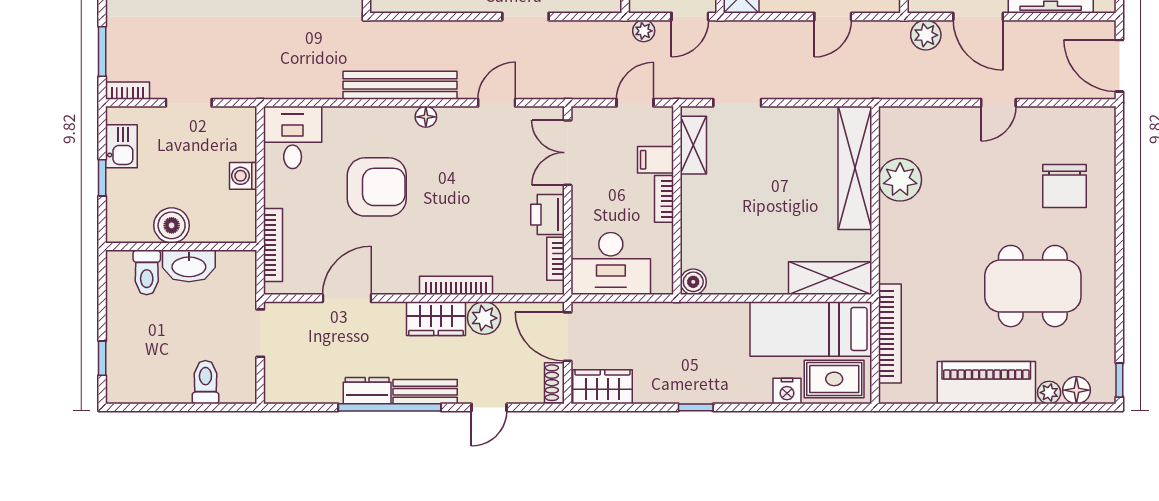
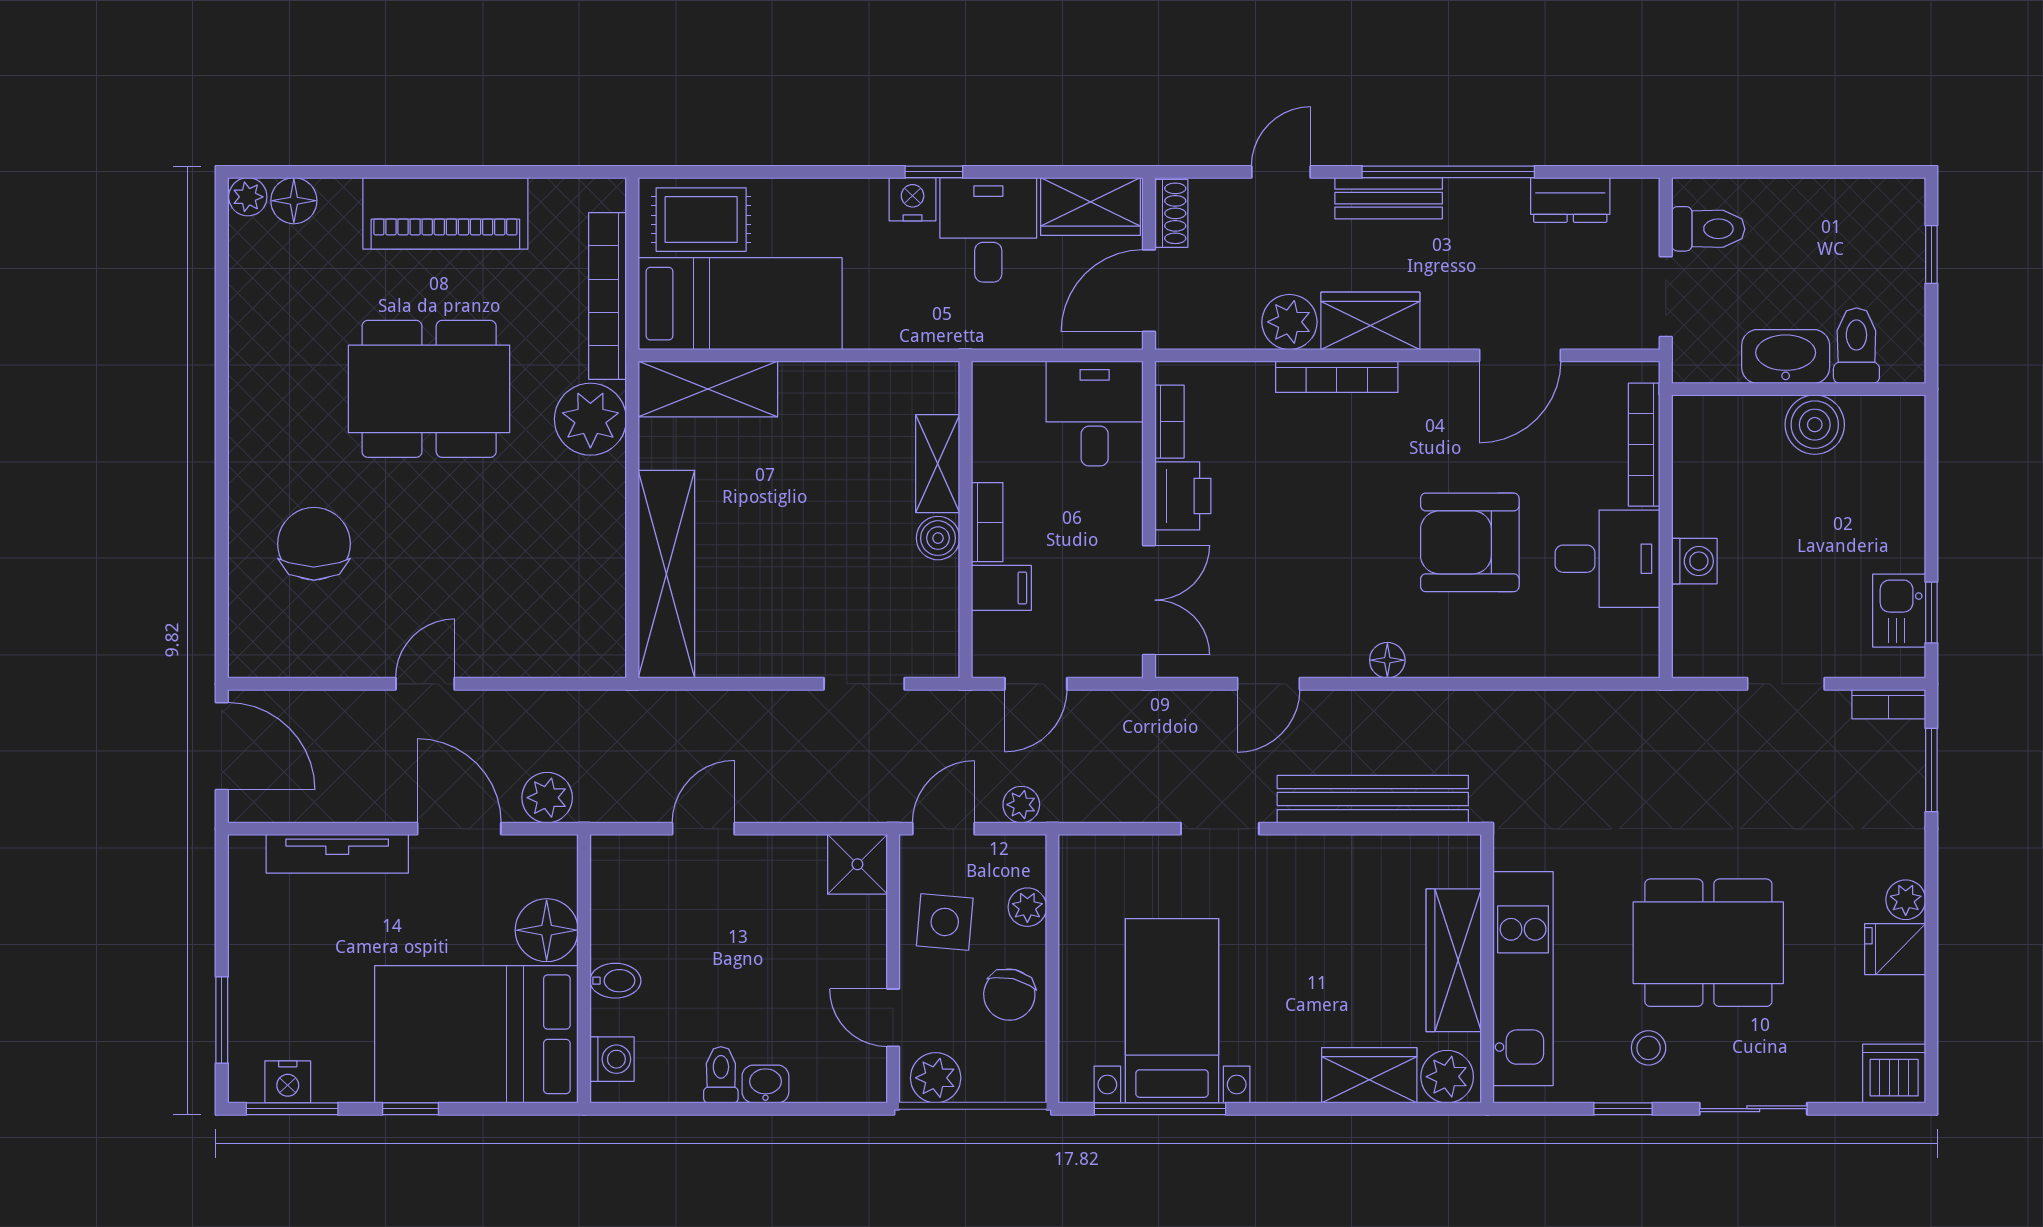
bench: (400, 85) -> (1373, 799), moved
desk: (293, 137) -> (1608, 559), moved, turned -90
shelving: (693, 145) -> (938, 464), moved
window: (102, 178) -> (1931, 612), moved
plant: (900, 180) -> (590, 419), moved
boiler: (172, 225) -> (1815, 425), moved
wall: (181, 246) -> (1799, 389), moved
desk: (611, 264) -> (1095, 414), width x0.73
washbasin: (189, 266) -> (1786, 356), moved
toilet: (147, 272) -> (1856, 346), moved
boiler: (693, 282) -> (938, 538), moved
dining table: (1033, 286) -> (429, 389), moved
door: (568, 337) -> (1149, 291), swing flipped
desk: (663, 373) -> (988, 230), added
window: (1119, 380) -> (222, 218), removed
toilet: (205, 382) -> (1708, 229), moved, turned -90
dresser: (367, 391) -> (1570, 200), moved
nightstand: (787, 391) -> (913, 199), moved
plant: (1049, 393) -> (248, 197), moved

